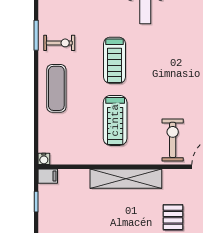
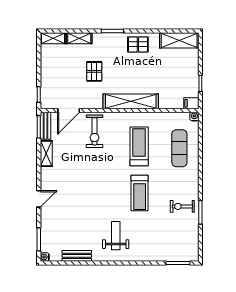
treadmill: (114, 60) -> (140, 193), turned 180
exercise mat: (56, 88) -> (179, 148), moved

